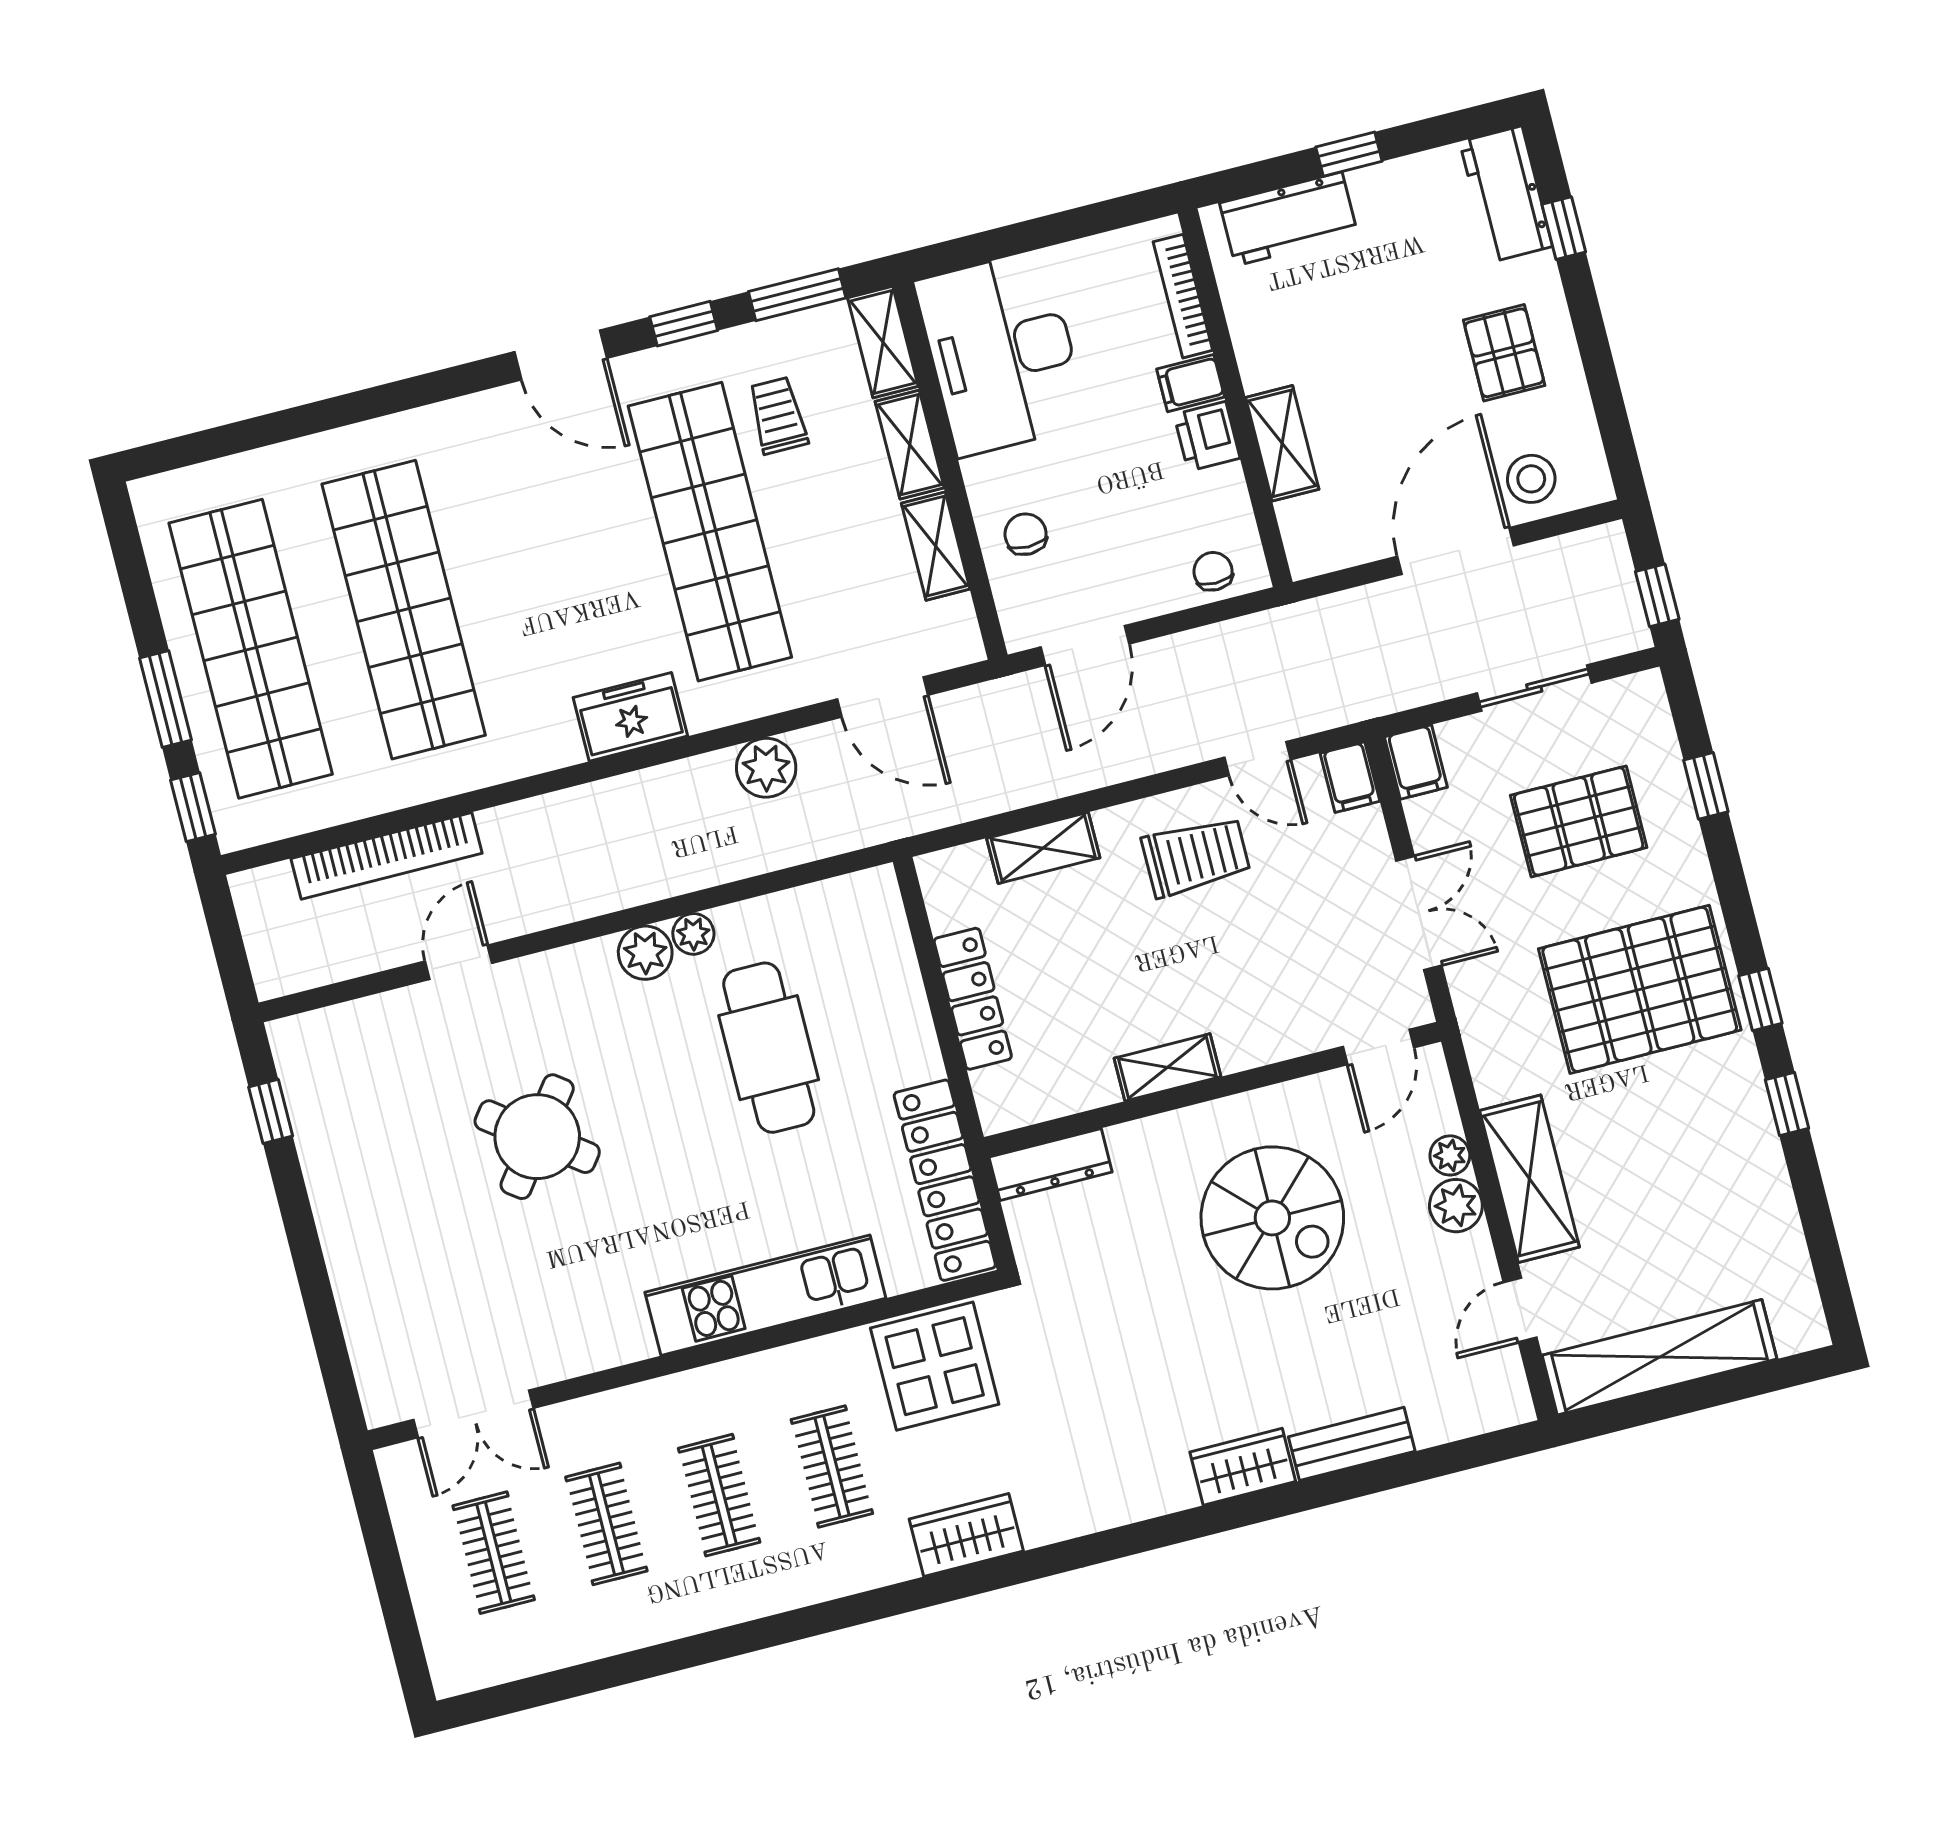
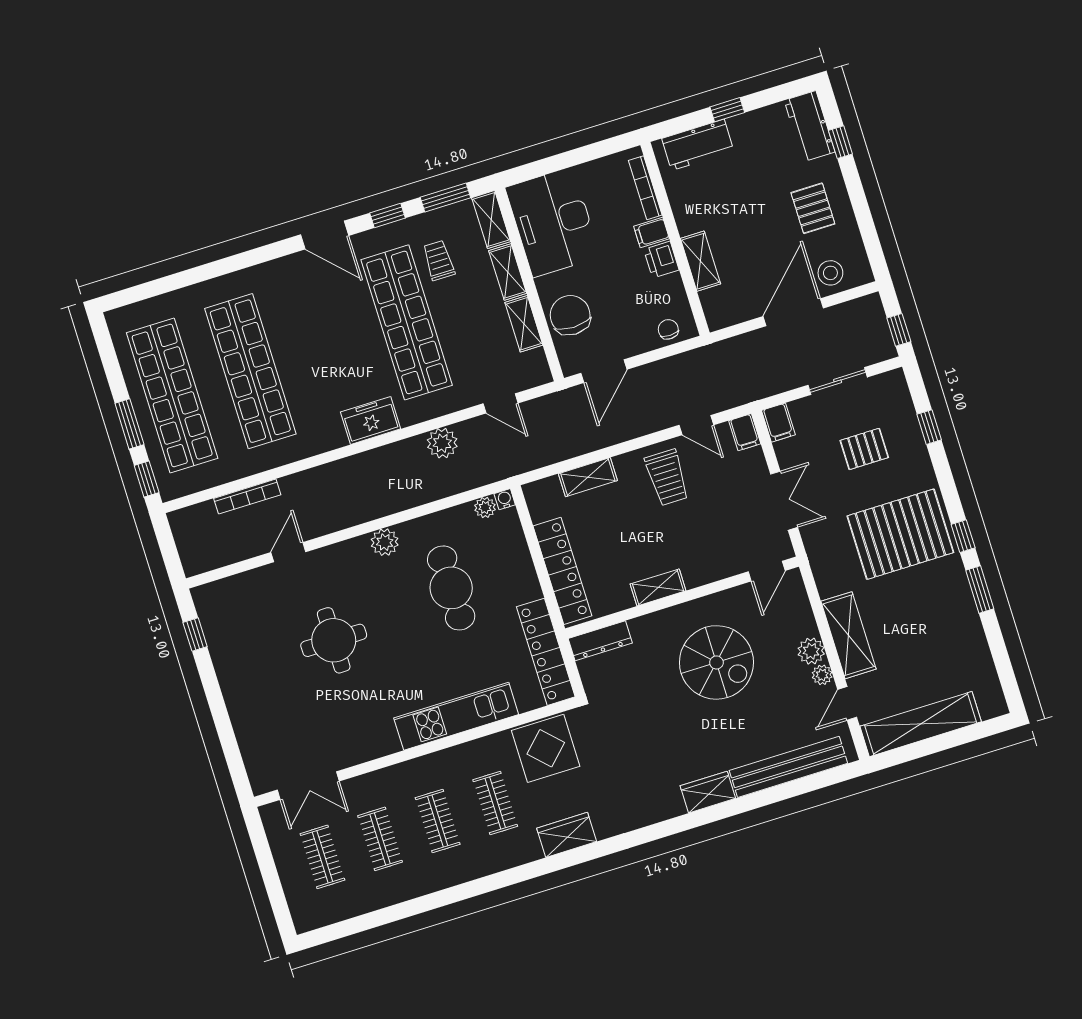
chair: (1026, 534) -> (570, 315), width x1.87, depth x1.87
door: (882, 697) -> (501, 403), width x0.73
pallet: (1579, 821) -> (864, 449), width x0.67, depth x0.71
bookcase: (386, 856) -> (247, 497), width x0.68, depth x0.76
trolley: (1196, 856) -> (667, 477), turned 90
water cooler: (881, 882) -> (505, 499), added
plant: (693, 934) -> (485, 507), moved
locker: (973, 999) -> (562, 571), width x1.41, depth x1.21
window: (1787, 1104) -> (980, 590), width x1.50
round table: (537, 1137) -> (334, 640), turned -37
plant: (1450, 1155) -> (822, 675), moved
bench: (1352, 1444) -> (788, 767), width x1.86, depth x1.21

